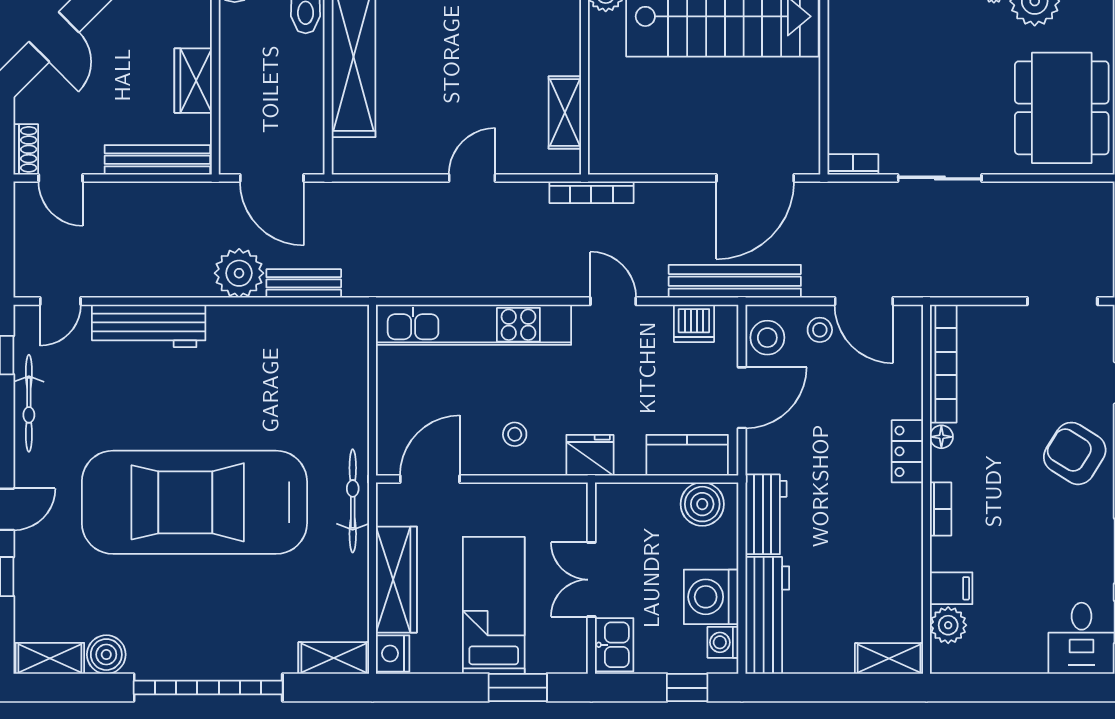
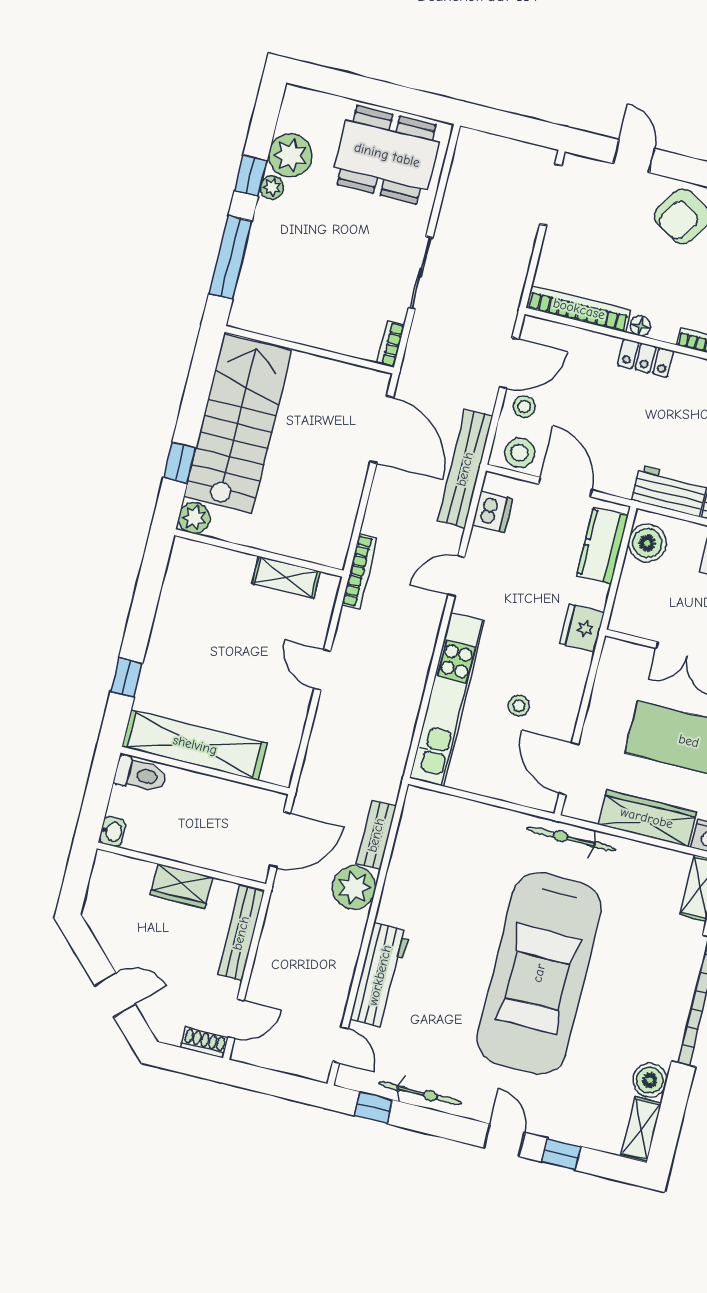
stool: (515, 434) -> (519, 706), moved

